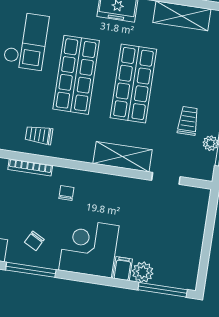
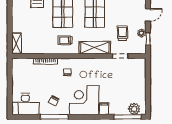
trolley: (188, 121) -> (122, 33), moved
trolley: (39, 135) -> (65, 40), moved
plant: (143, 272) -> (134, 109), moved

